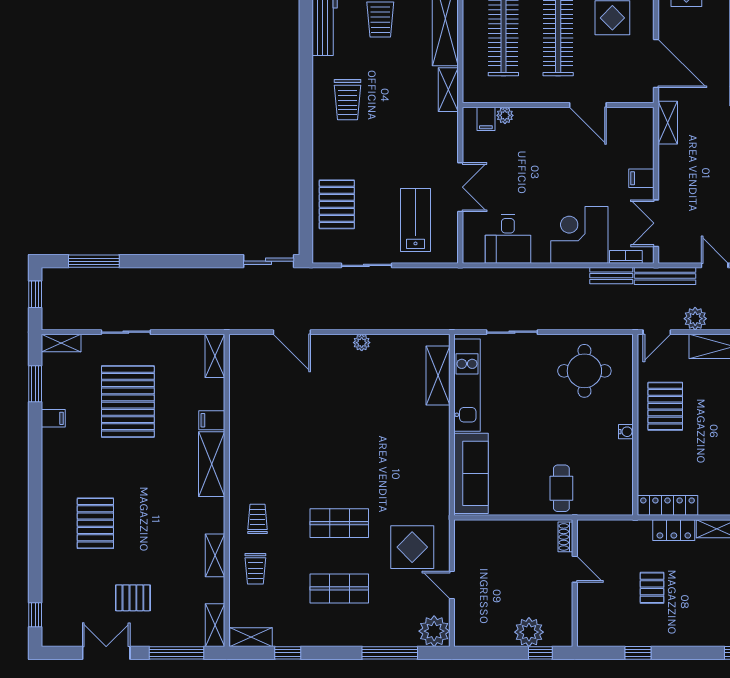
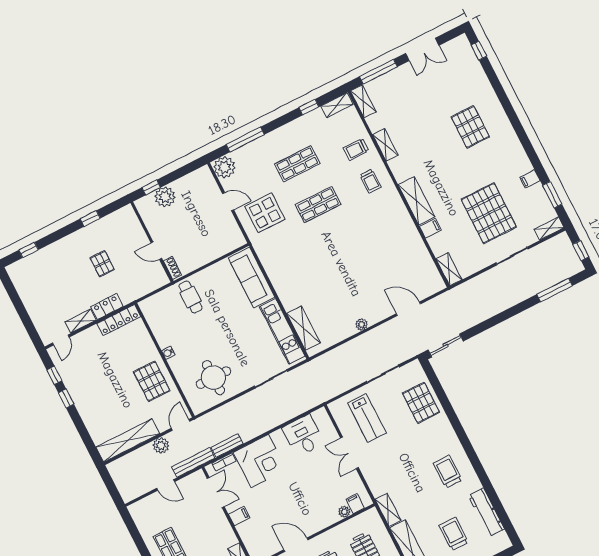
trolley: (255, 569) -> (356, 149), turned -90
pallet: (133, 598) -> (423, 92), removed

